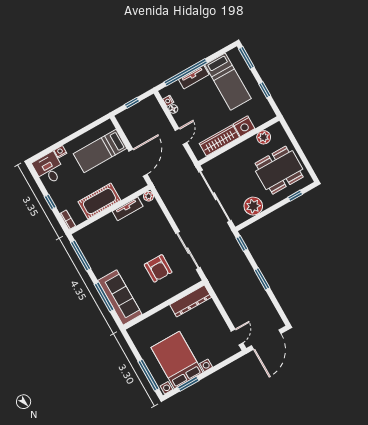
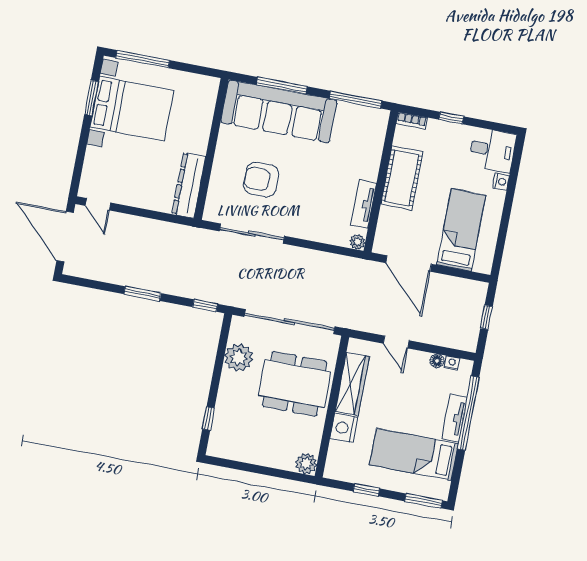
plant: (264, 137) -> (306, 464), moved
dining table: (279, 170) -> (295, 384), moved, turned 90
sofa: (120, 297) -> (279, 111), width x1.36, depth x1.27

